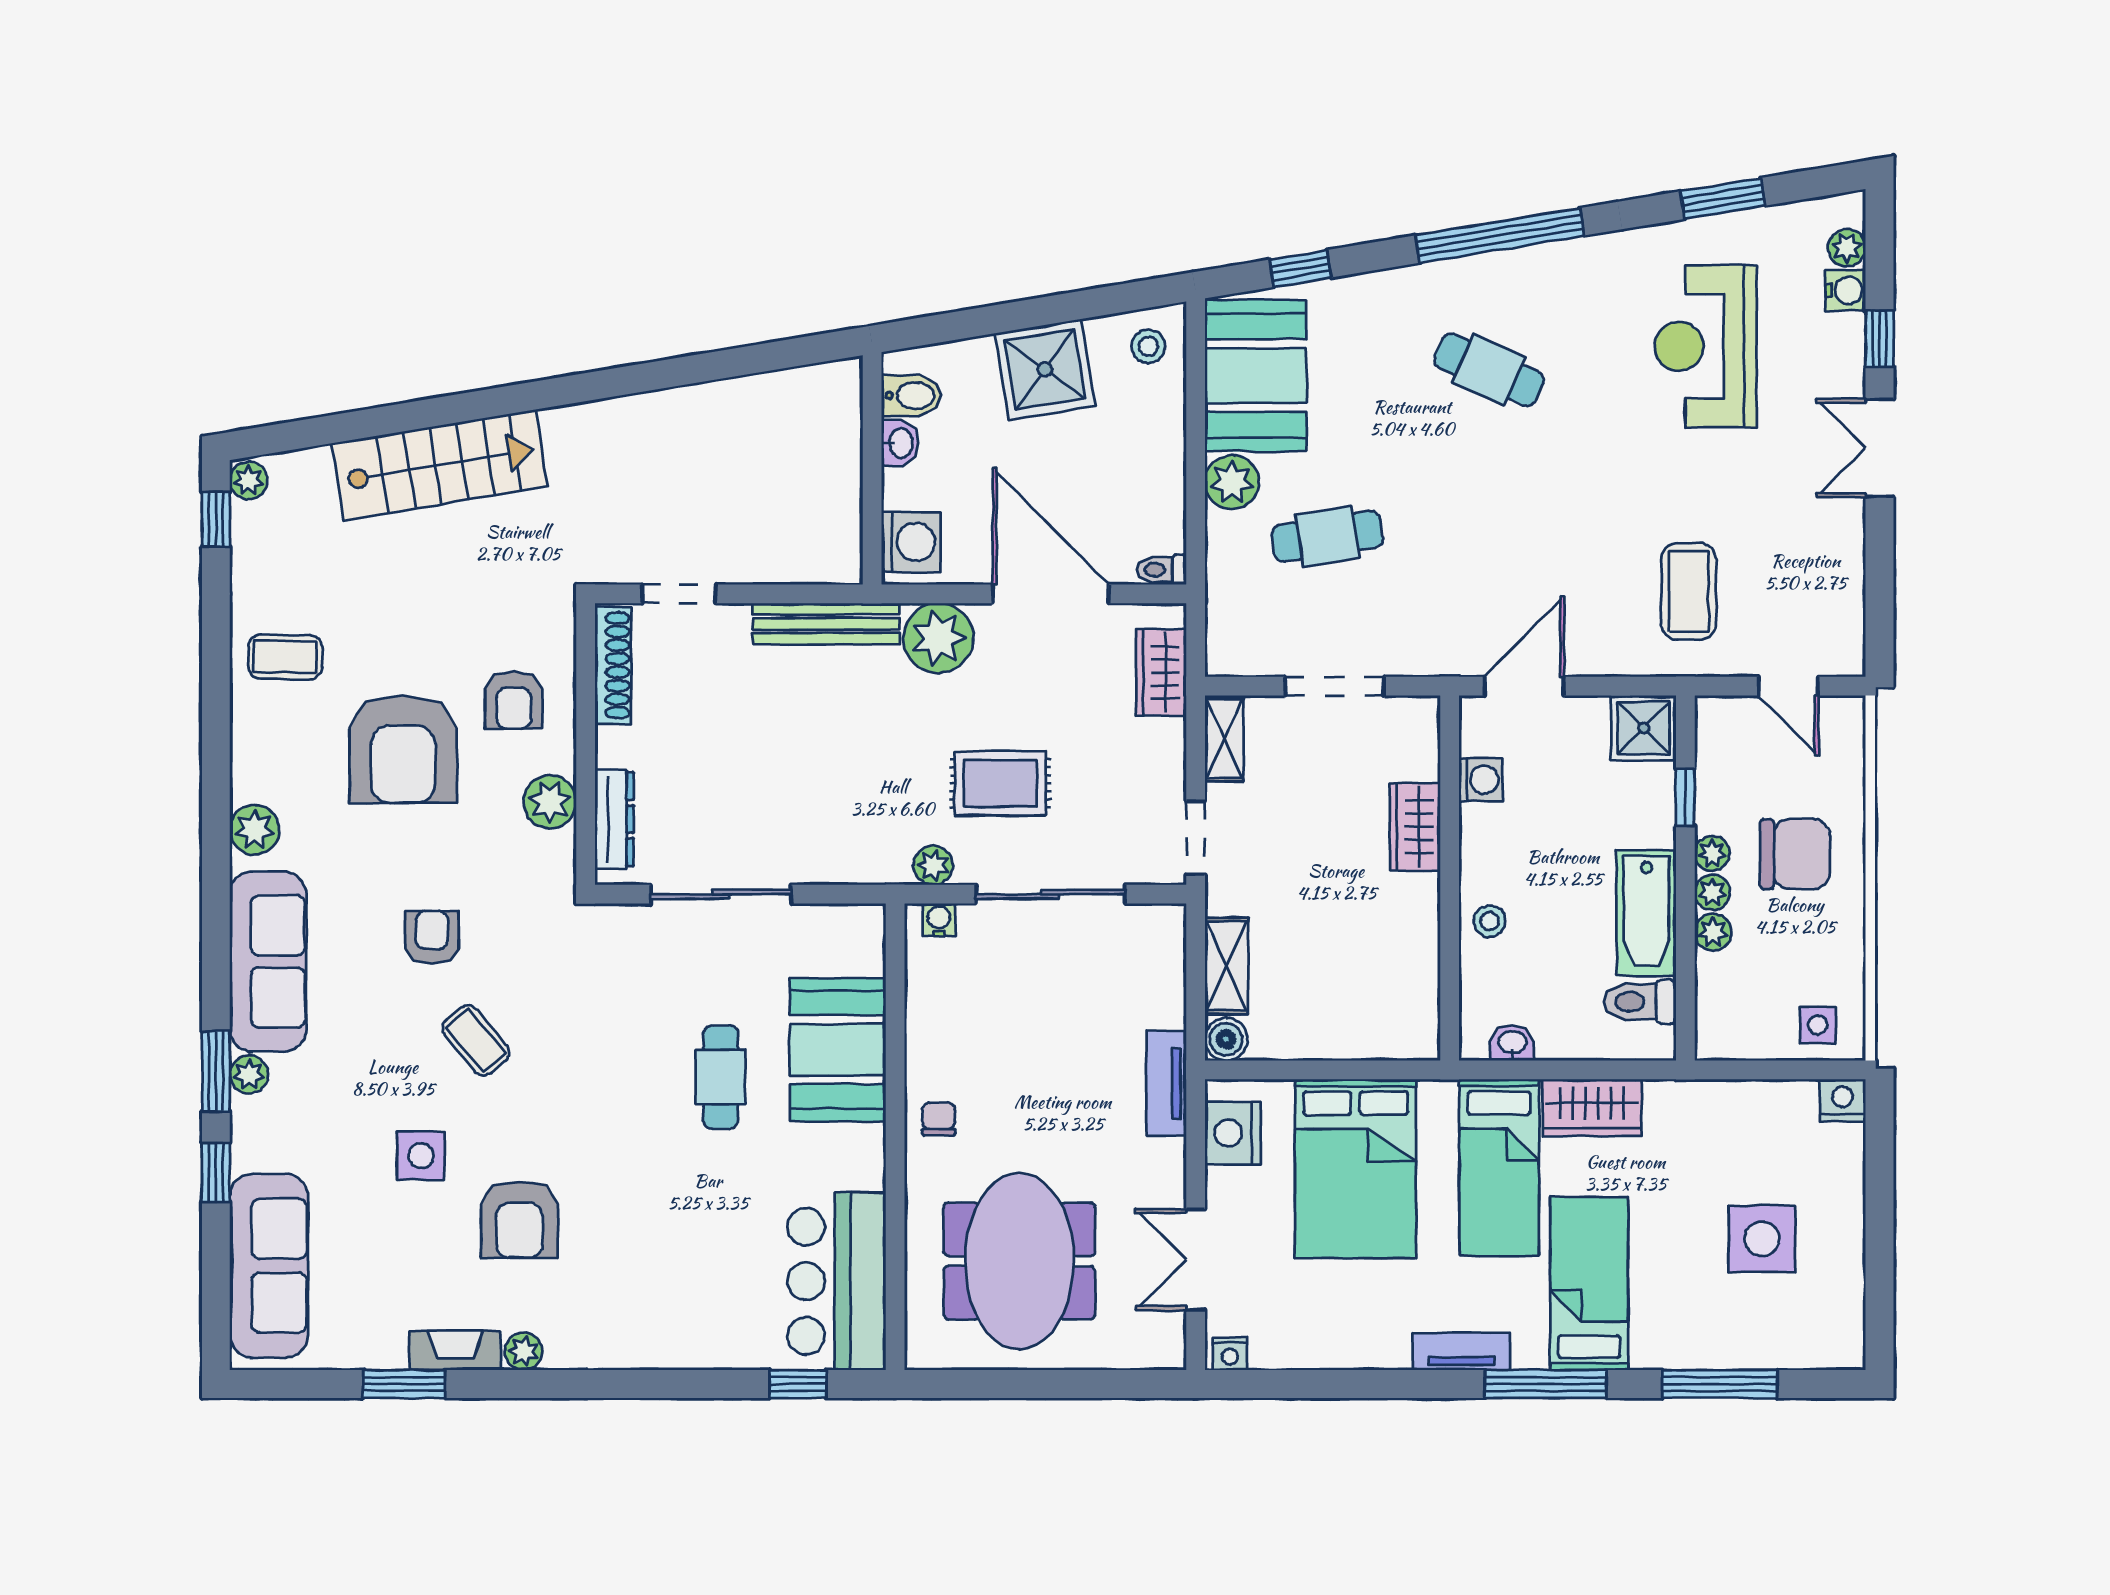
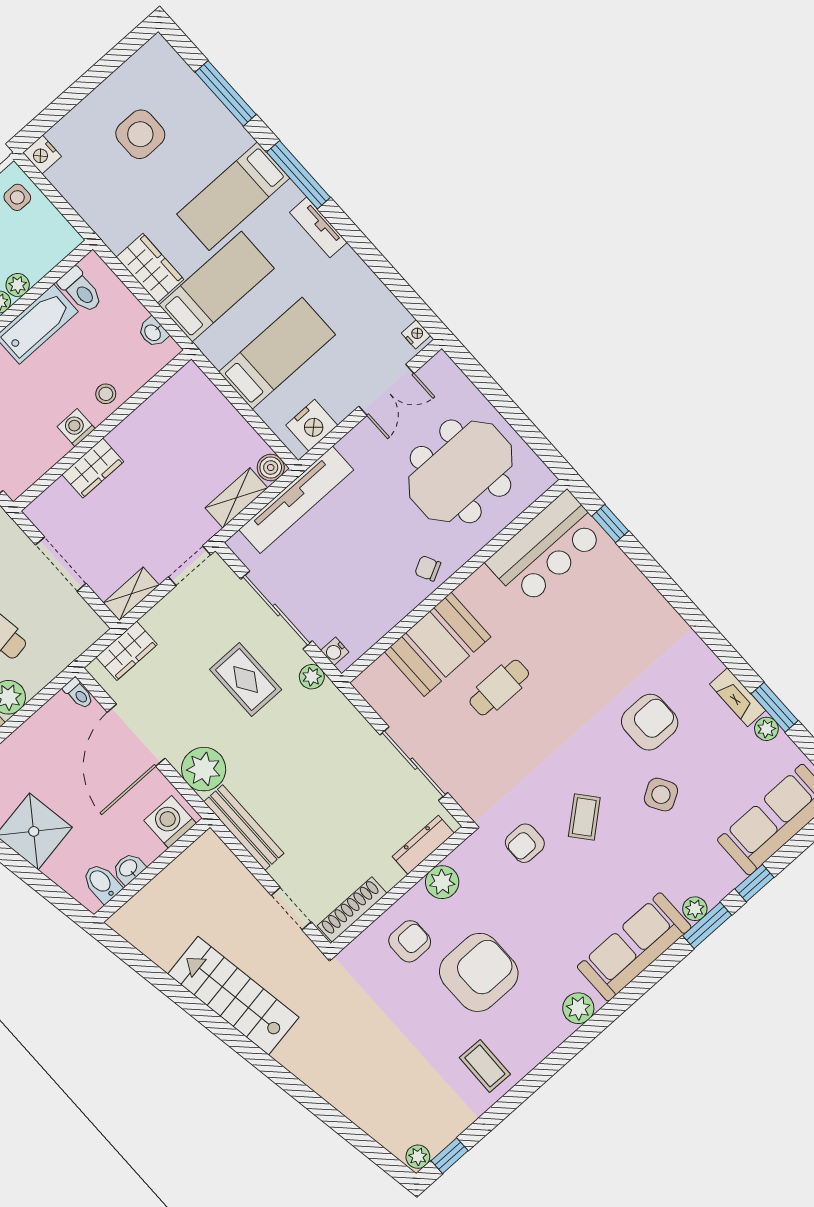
stairs: (440, 465) -> (233, 996), moved
washing machine: (1481, 780) -> (76, 428), moved
armchair: (432, 938) -> (525, 843), moved
tv unit: (1166, 1083) -> (296, 500), width x1.92, depth x1.29
chair: (939, 1119) -> (428, 568), turned 63
side table: (421, 1156) -> (661, 795), turned -31
bed: (1355, 1169) -> (277, 353), width x0.67
plant: (524, 1351) -> (766, 729), moved

